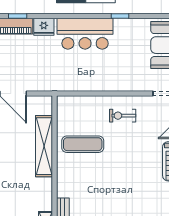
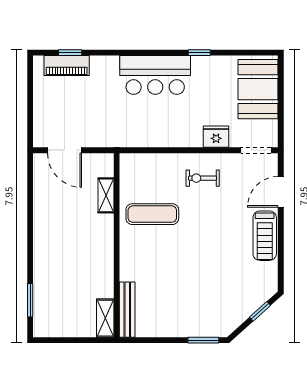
fridge: (44, 27) -> (216, 137), moved, turned 180
shelving: (44, 146) -> (106, 195), width x0.45, depth x0.75

